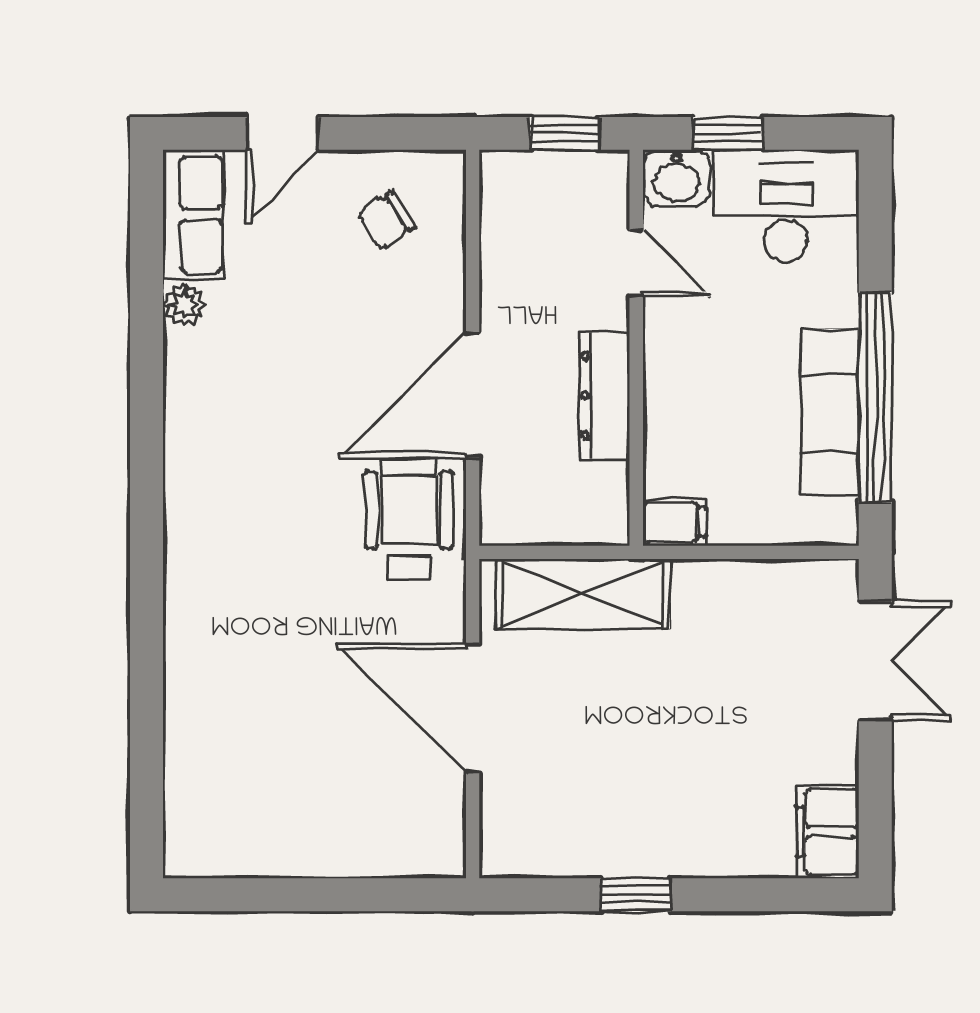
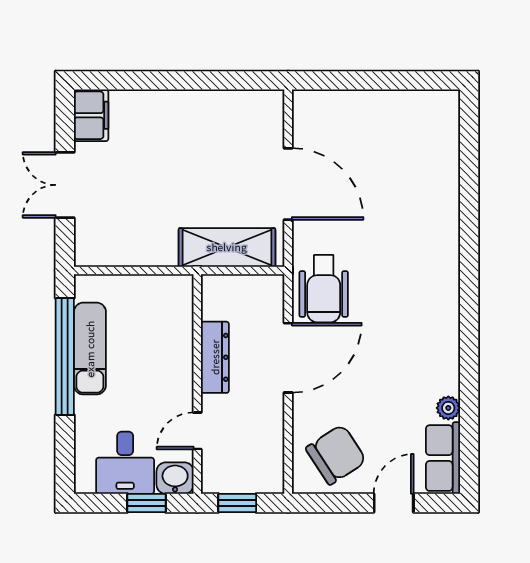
desk: (786, 206) -> (125, 463), width x0.73
chair: (386, 220) -> (336, 455), width x1.87, depth x1.87
door: (636, 263) -> (197, 431), hinge flipped
filing cabinet: (674, 522) -> (176, 287), removed
double door: (875, 661) -> (65, 185), moved
window: (636, 895) -> (198, 80), removed

